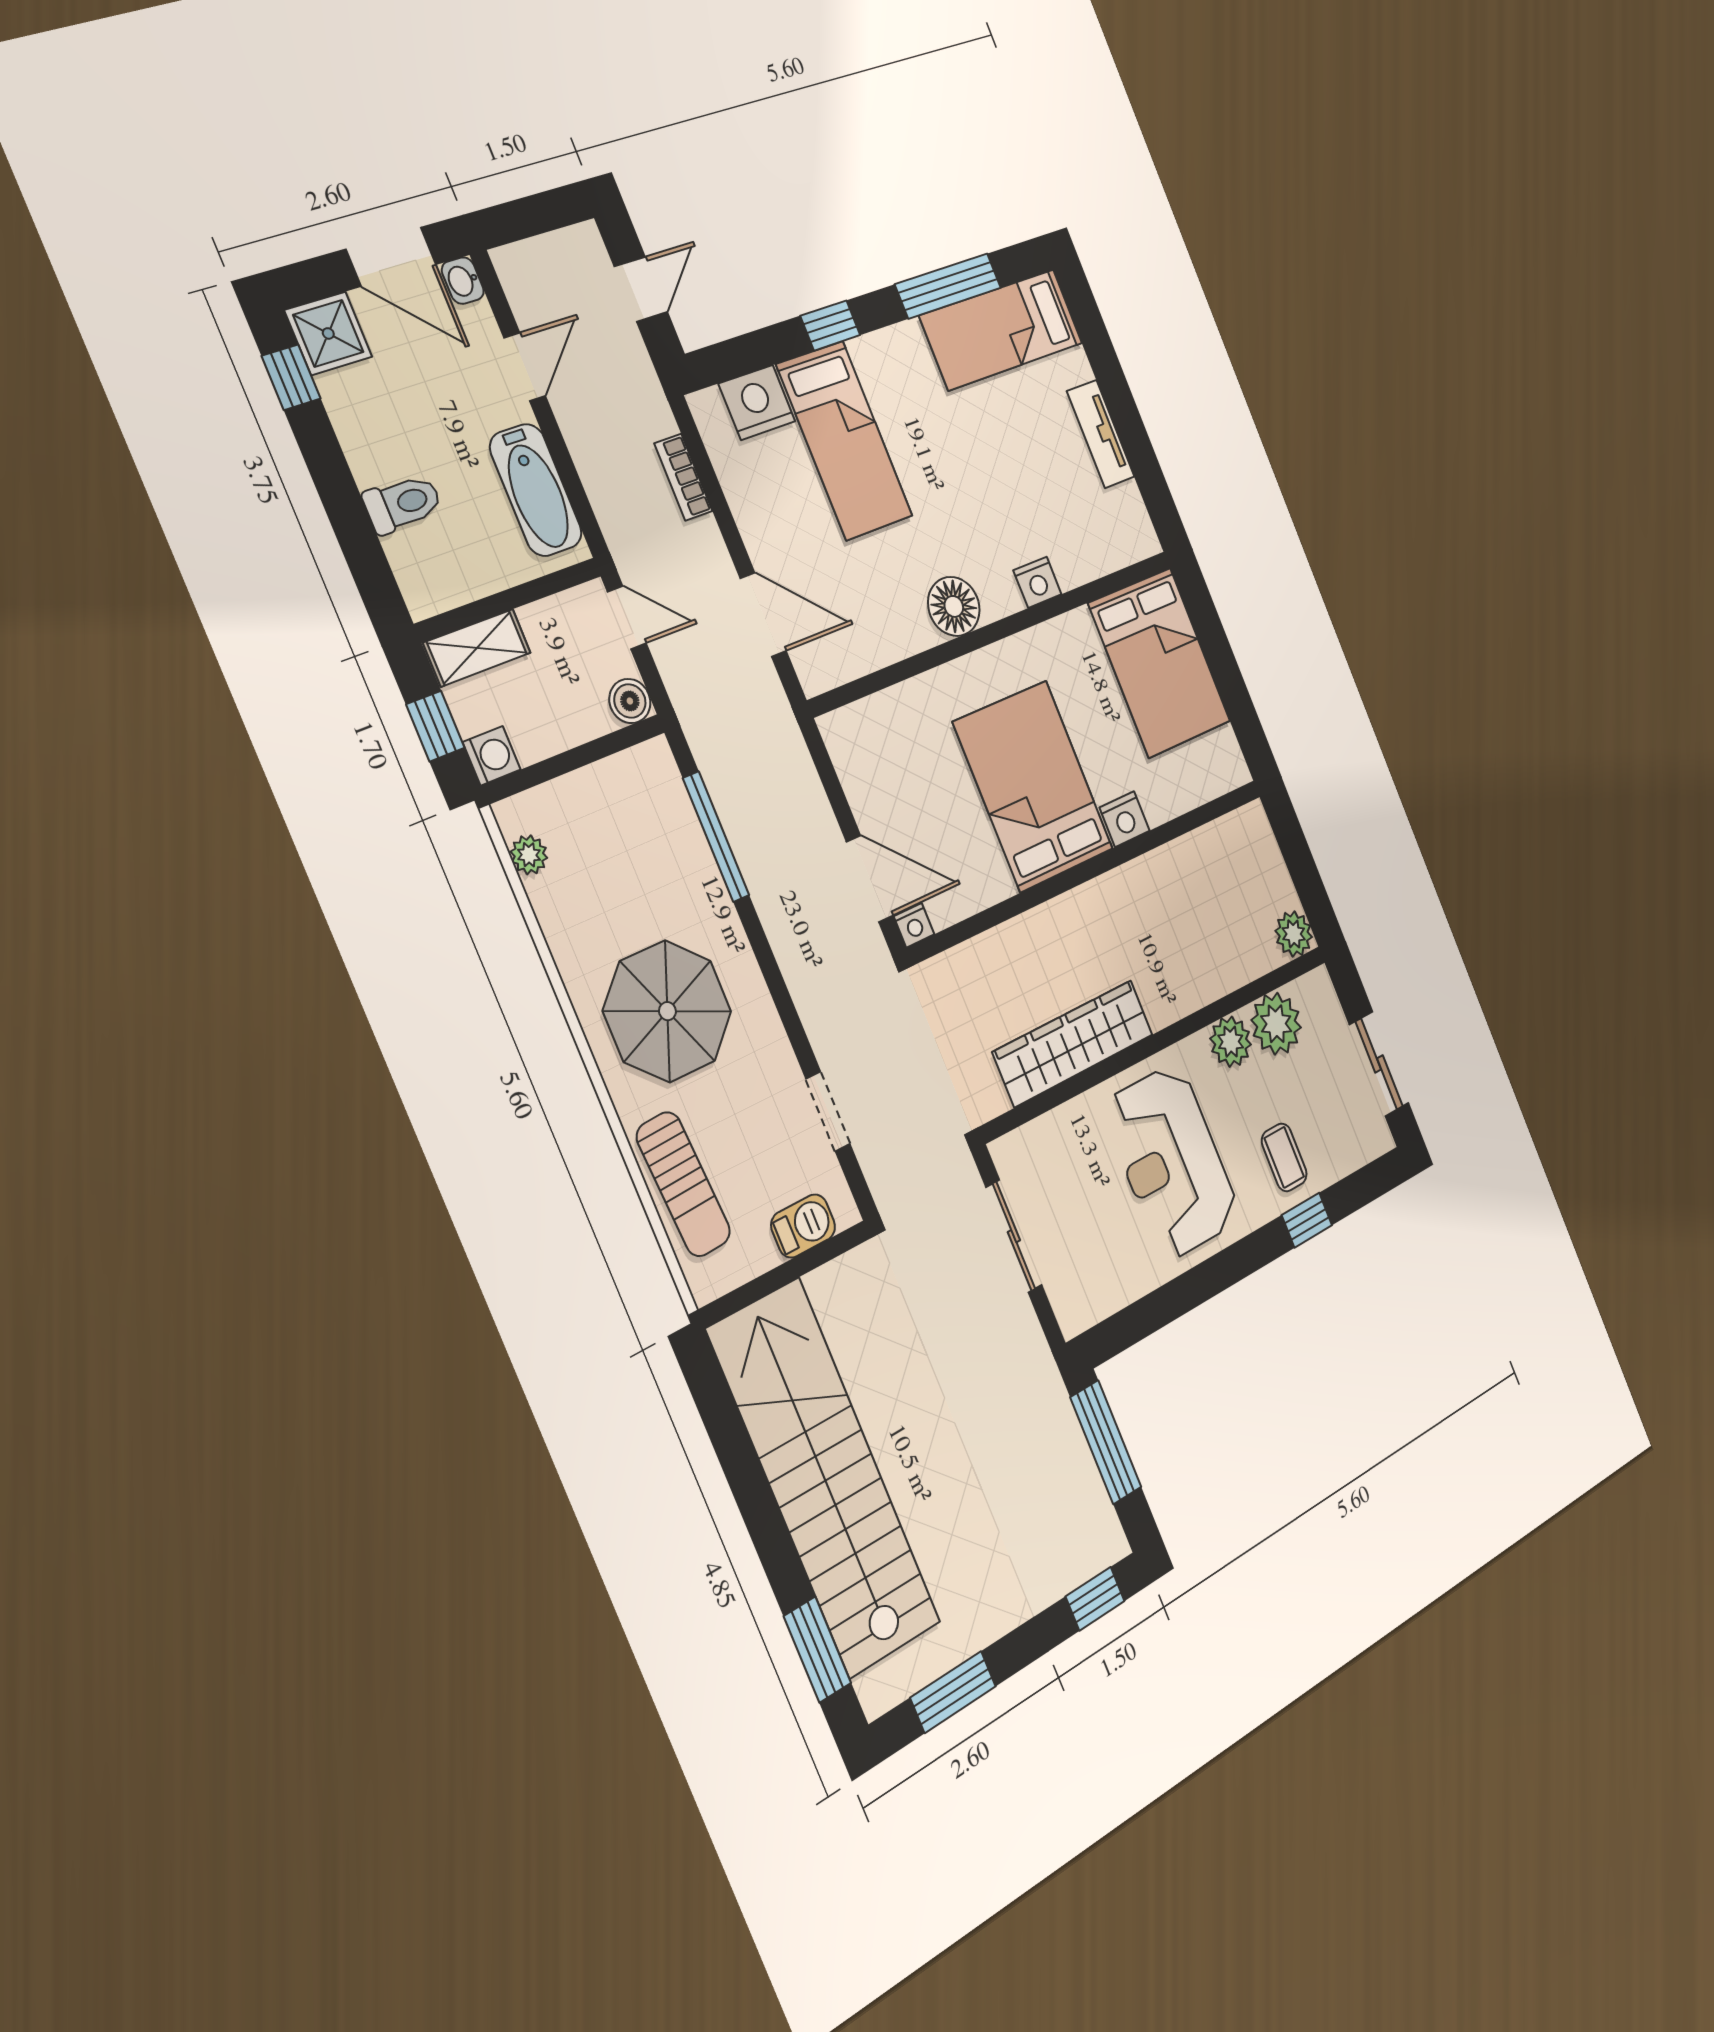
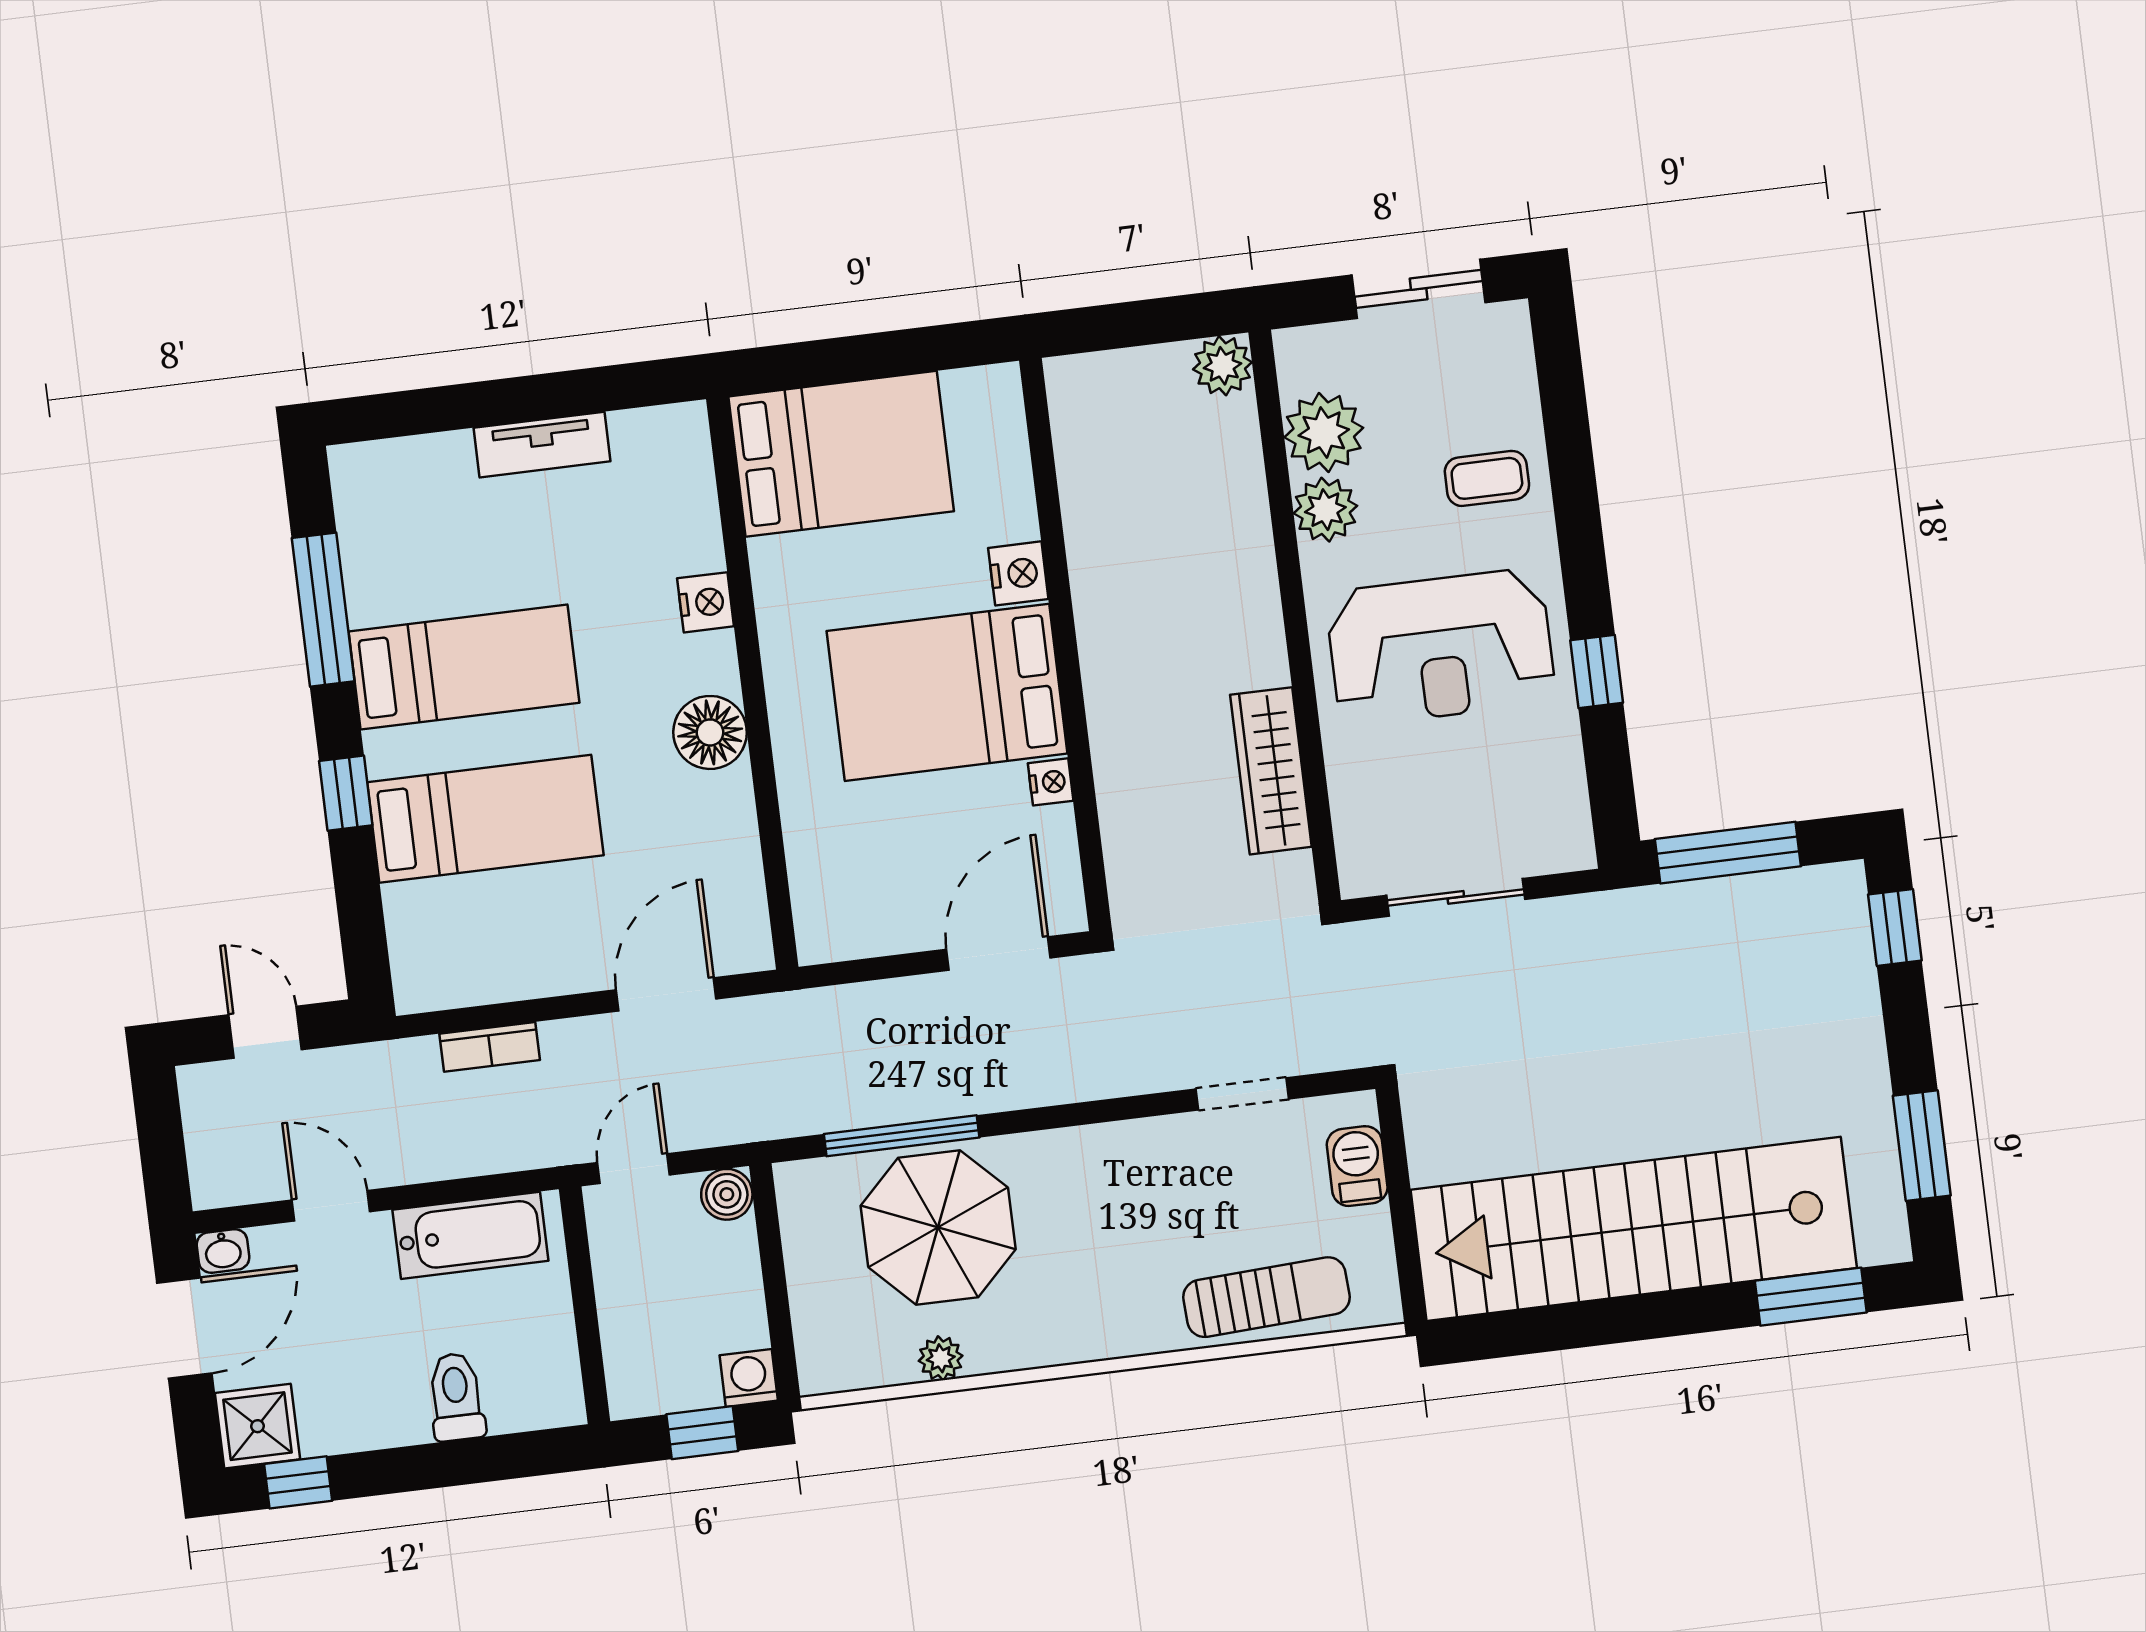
bed: (1002, 330) -> (464, 667), moved, turned -90
nightstand: (757, 403) -> (420, 923), removed
shelving: (477, 648) -> (629, 1359), removed
plant: (529, 855) -> (941, 1358), moved
nightstand: (914, 925) -> (1051, 782), moved
parasol: (667, 1011) -> (938, 1227), moved
wardrobe: (1073, 1043) -> (1271, 771), width x0.71, depth x0.85
window: (1307, 1220) -> (1597, 672), moved

